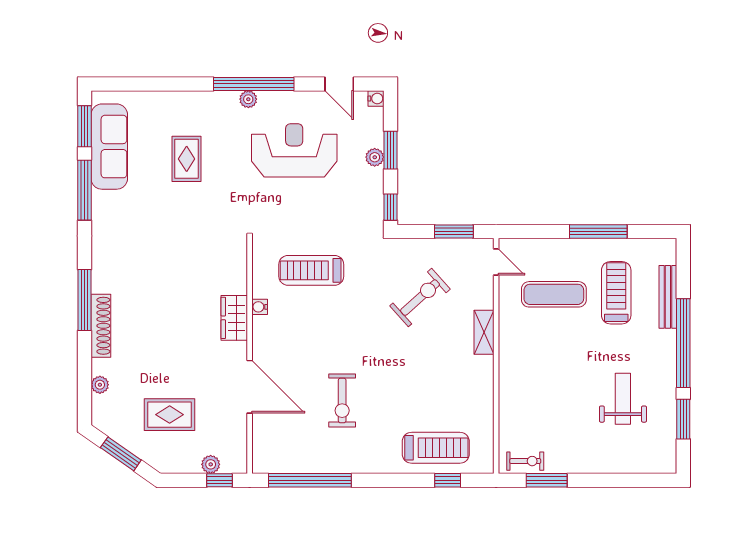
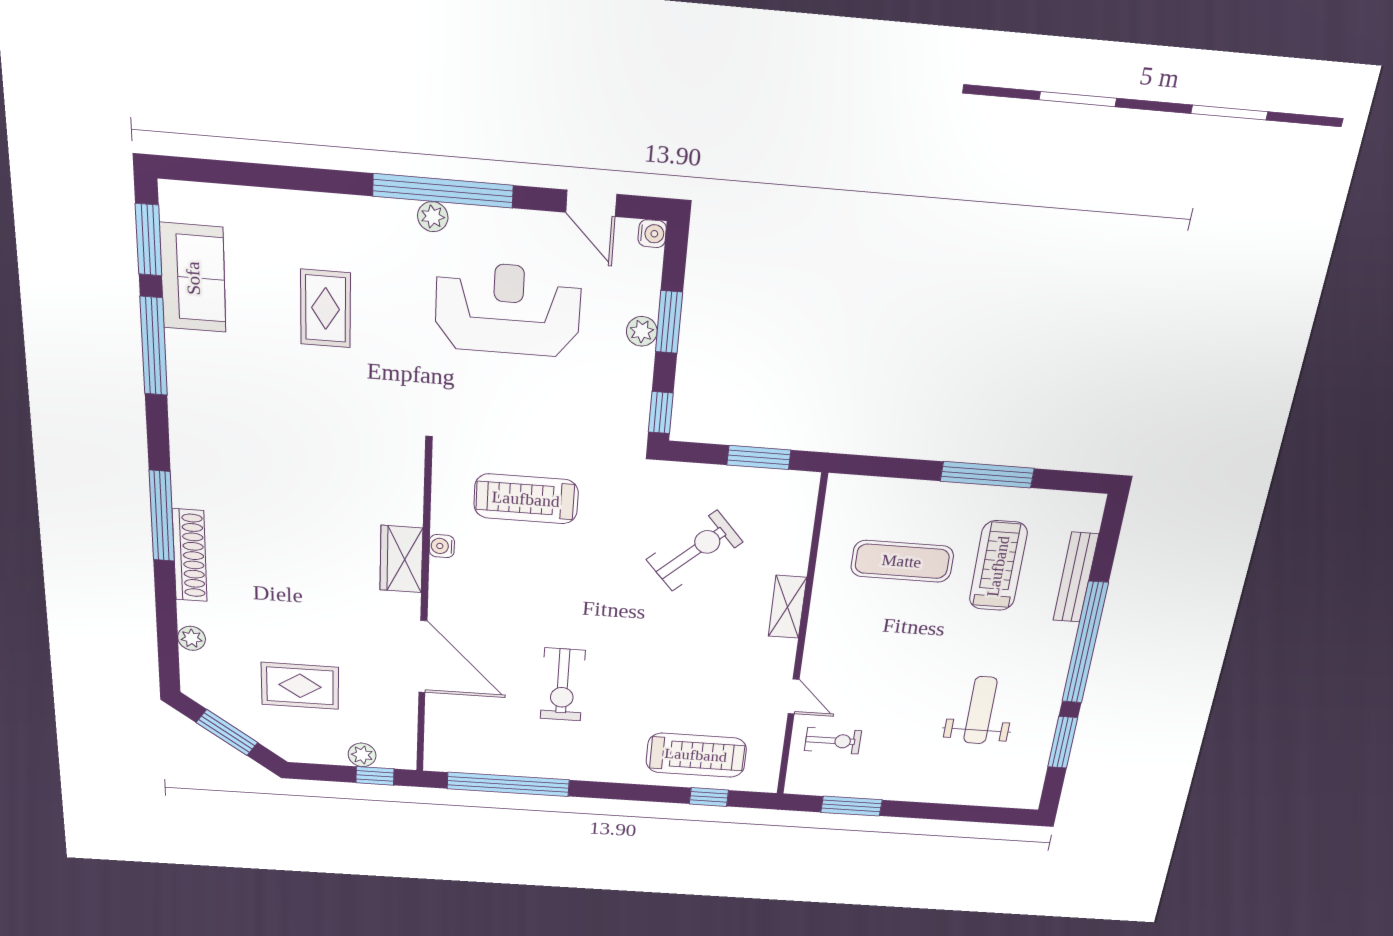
sofa: (109, 147) -> (193, 278), width x0.73
door: (496, 262) -> (794, 697), moved
exercise bike: (525, 461) -> (833, 741), moved

